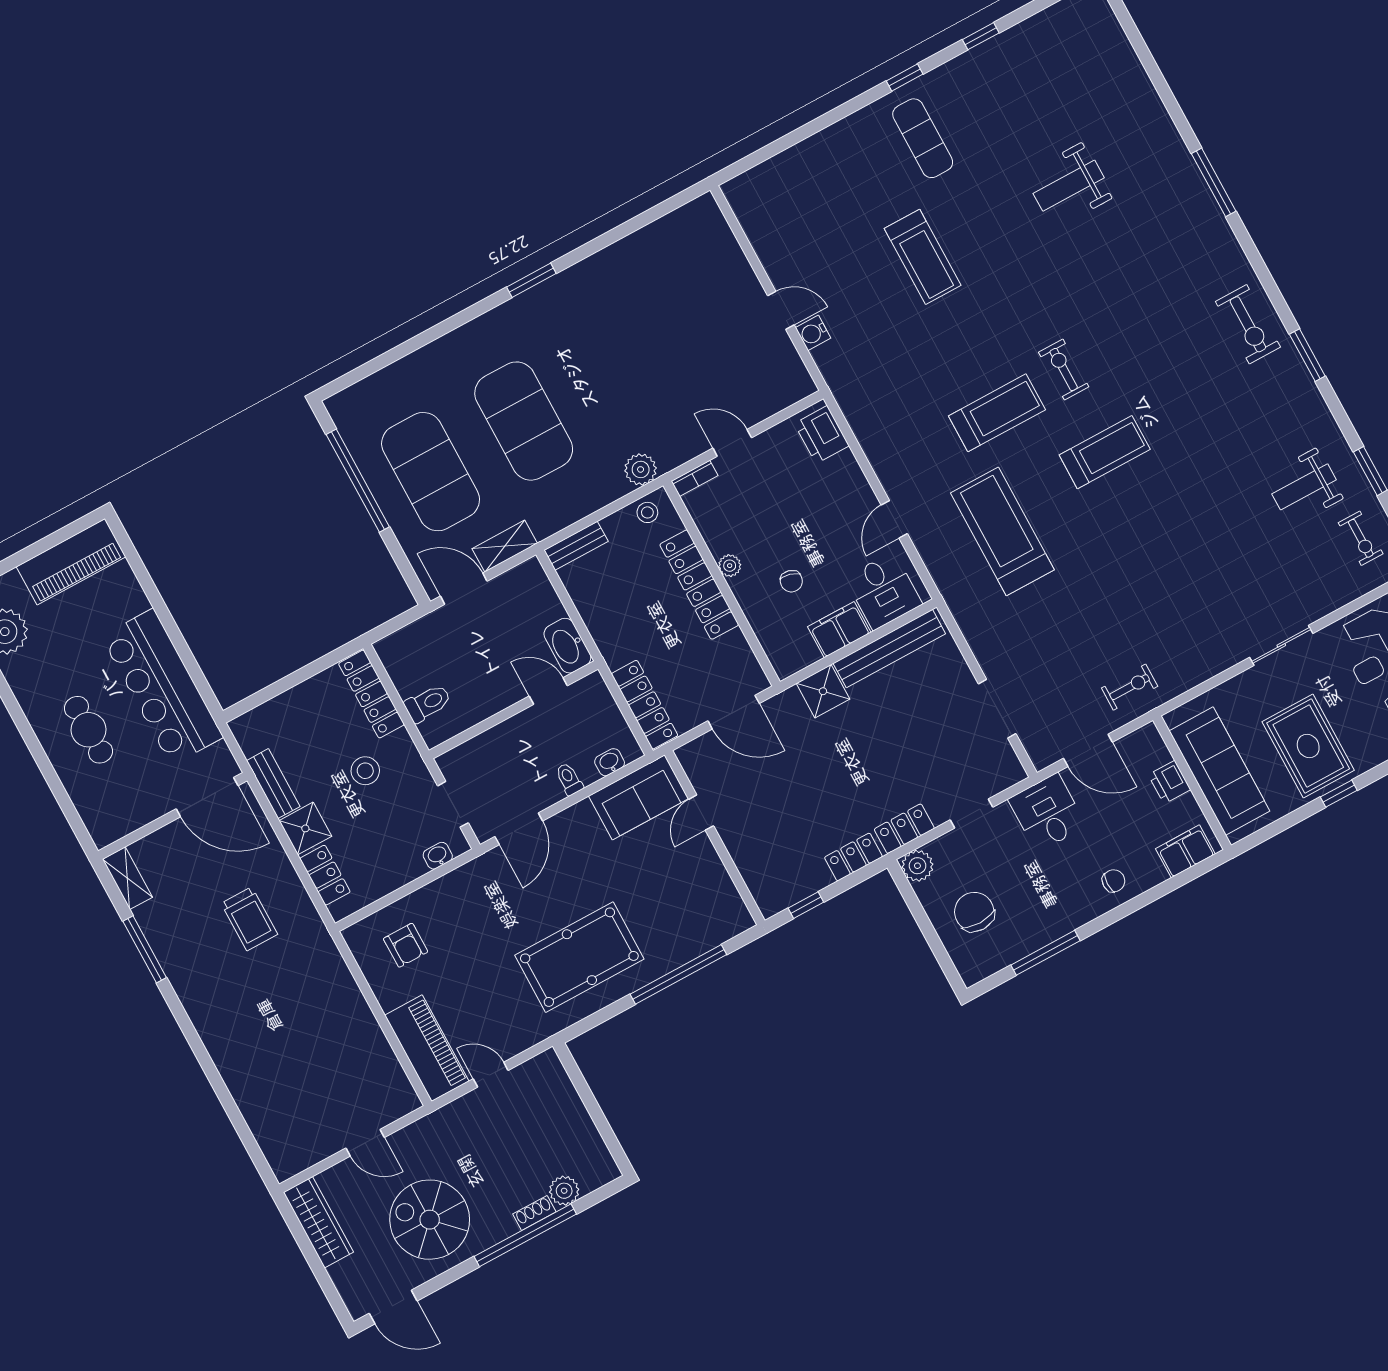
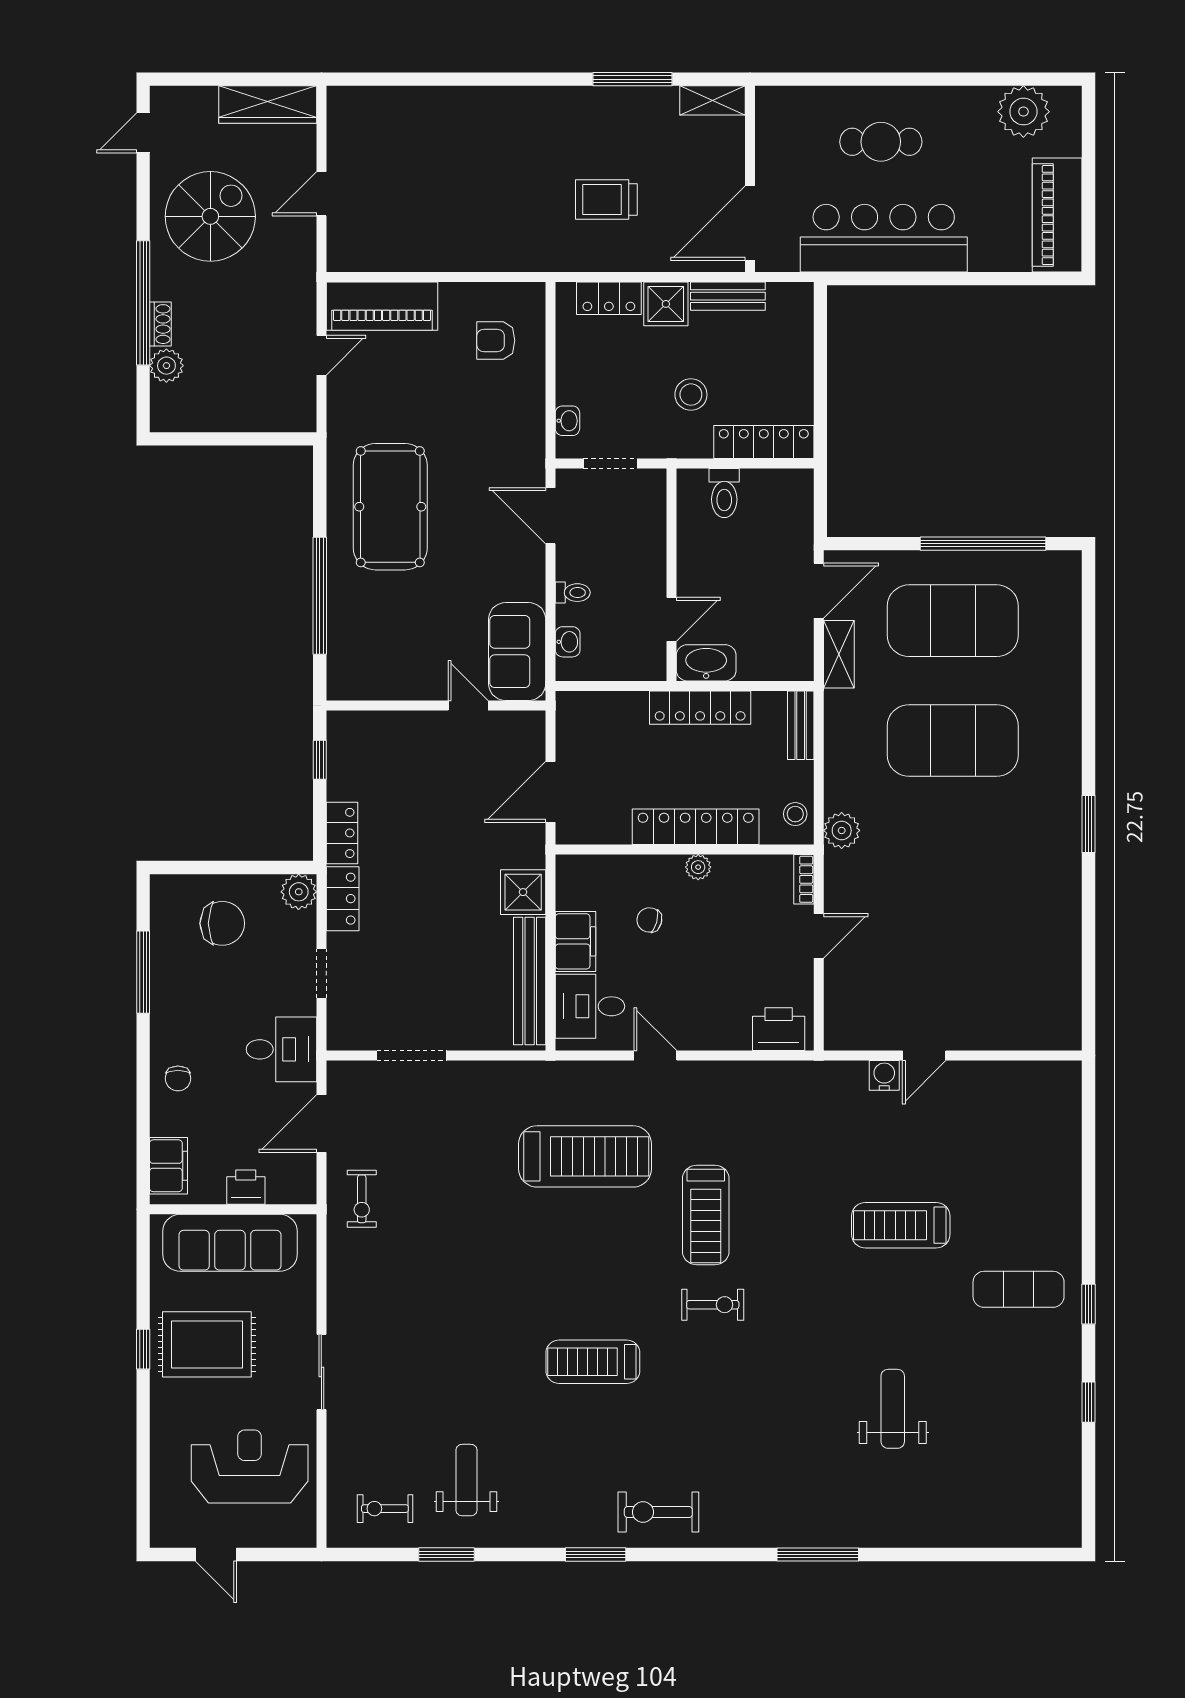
treadmill: (1105, 452) -> (593, 1362), moved, turned 90
locker: (645, 705) -> (700, 708), moved
door: (393, 1307) -> (143, 133), width x0.73

